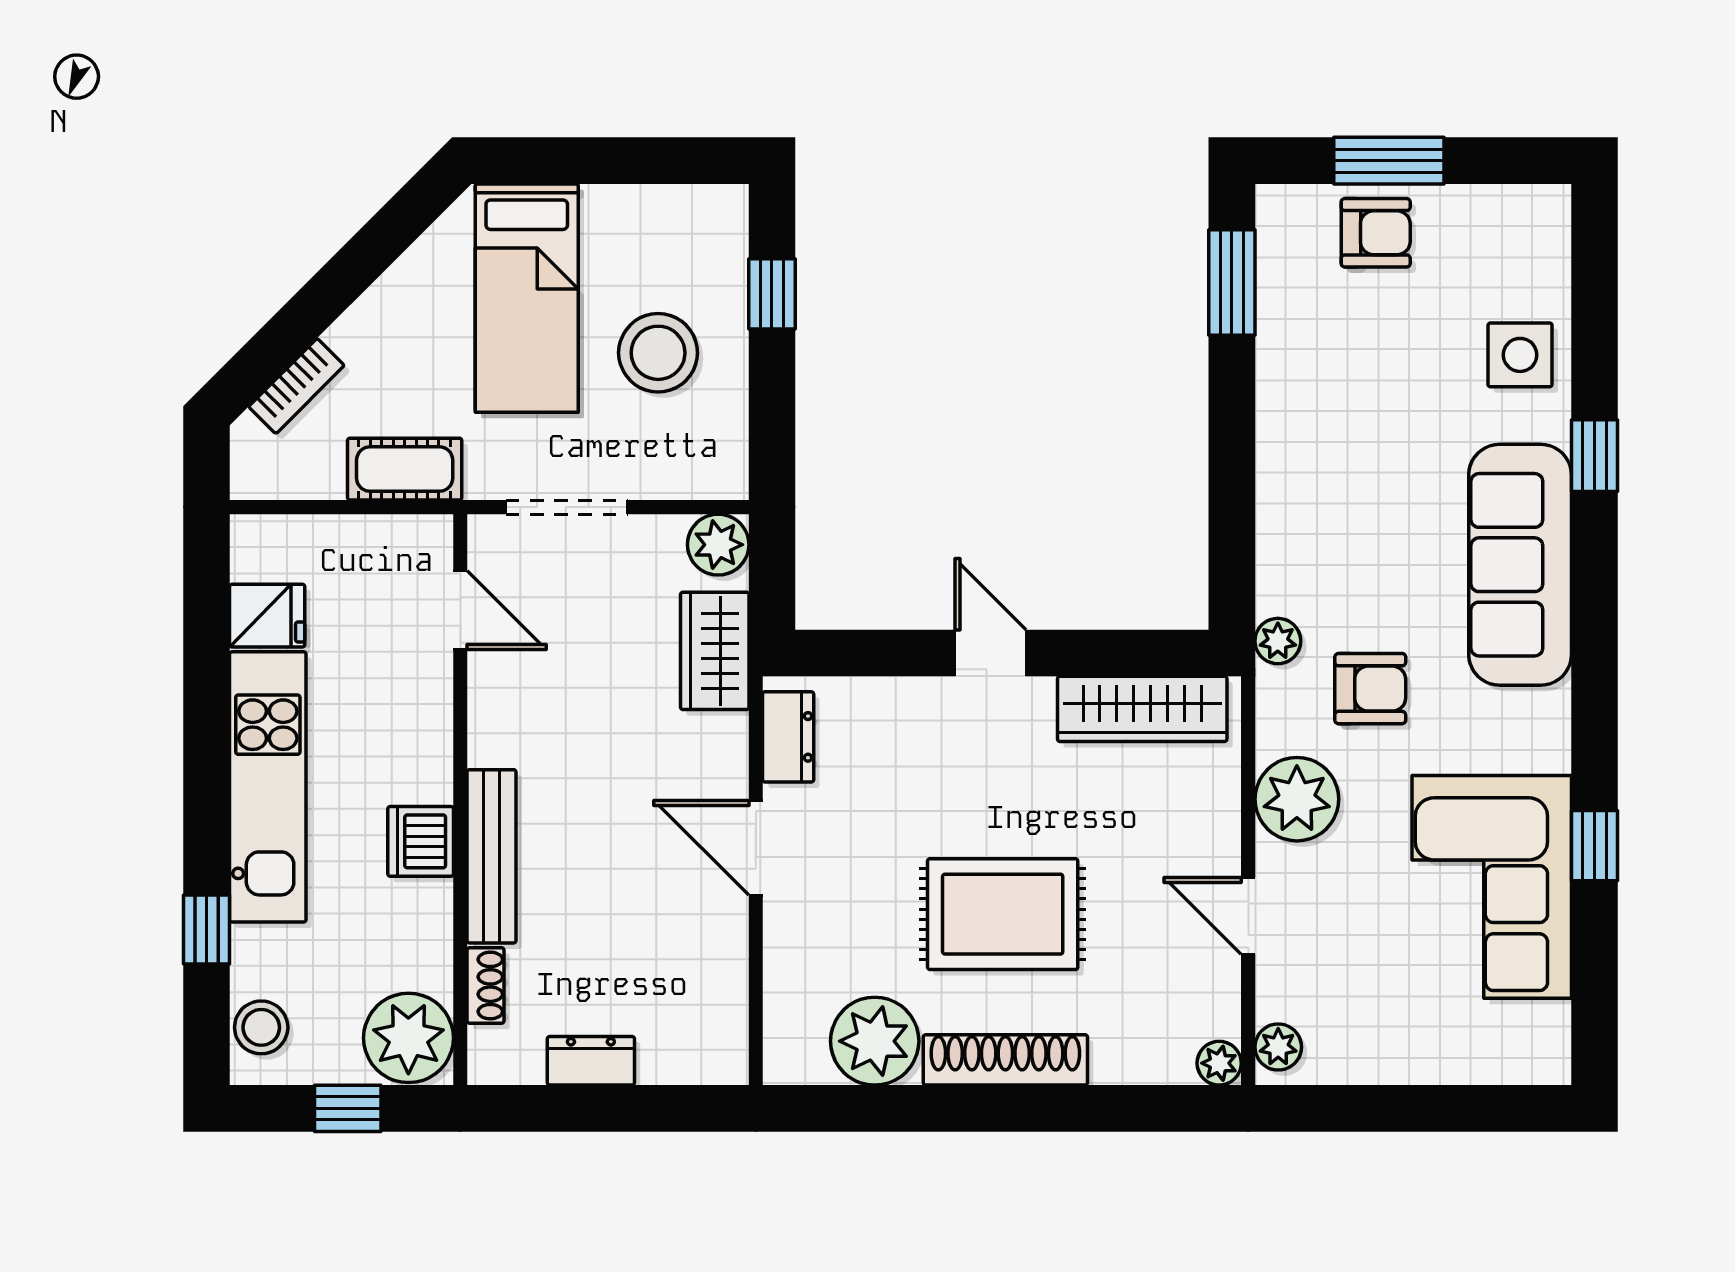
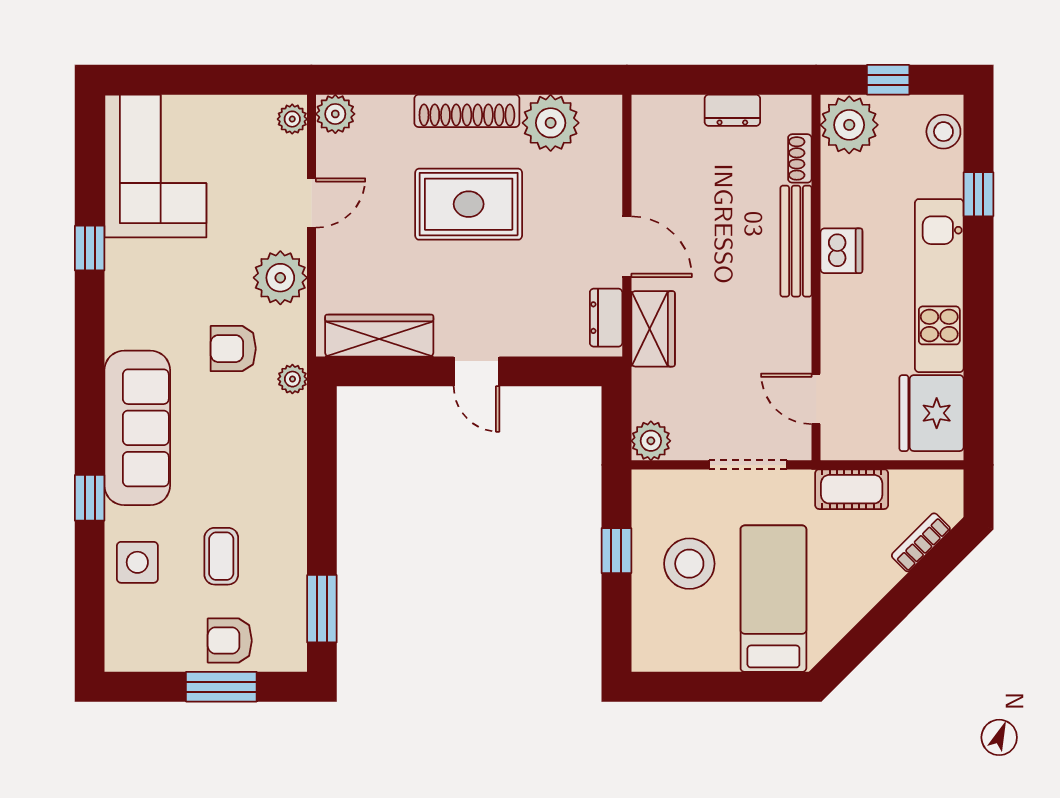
window: (772, 294) -> (616, 551), moved
coffee table: (1389, 364) -> (221, 556), added
fridge: (267, 616) -> (932, 413), width x1.88, depth x1.34
wardrobe: (715, 651) -> (653, 329), moved
corner sofa: (1492, 887) -> (155, 166), moved
door: (1248, 916) -> (311, 203), hinge flipped
plant: (1219, 1063) -> (335, 114), width x1.38, depth x1.38

